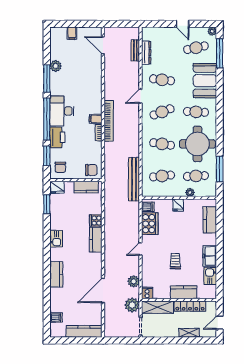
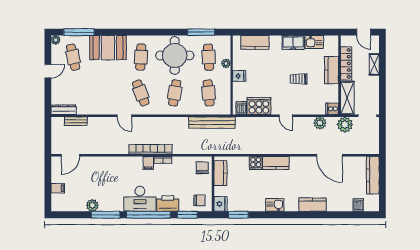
dresser: (146, 53) -> (64, 110), moved
cafe table: (162, 80) -> (107, 93), removed

